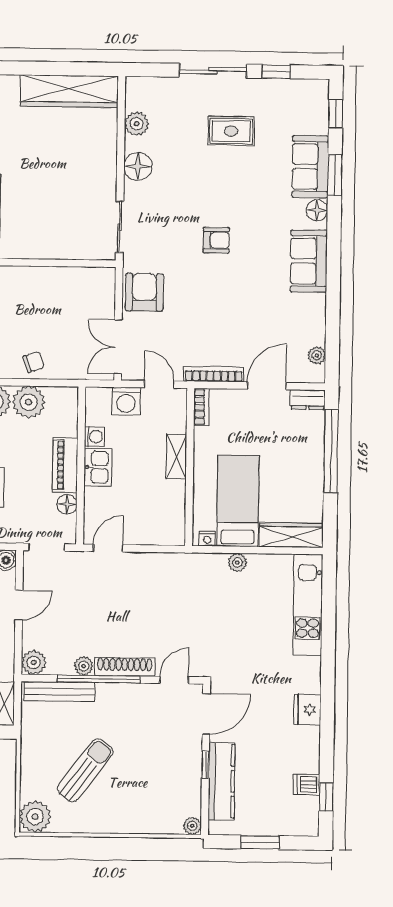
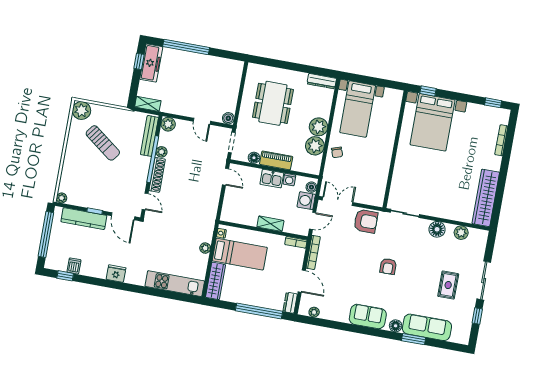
window: (336, 114) -> (448, 345), removed
sofa: (310, 167) -> (427, 327), width x1.36
boiler: (101, 396) -> (311, 187), added
window: (260, 842) -> (46, 234), width x2.11

